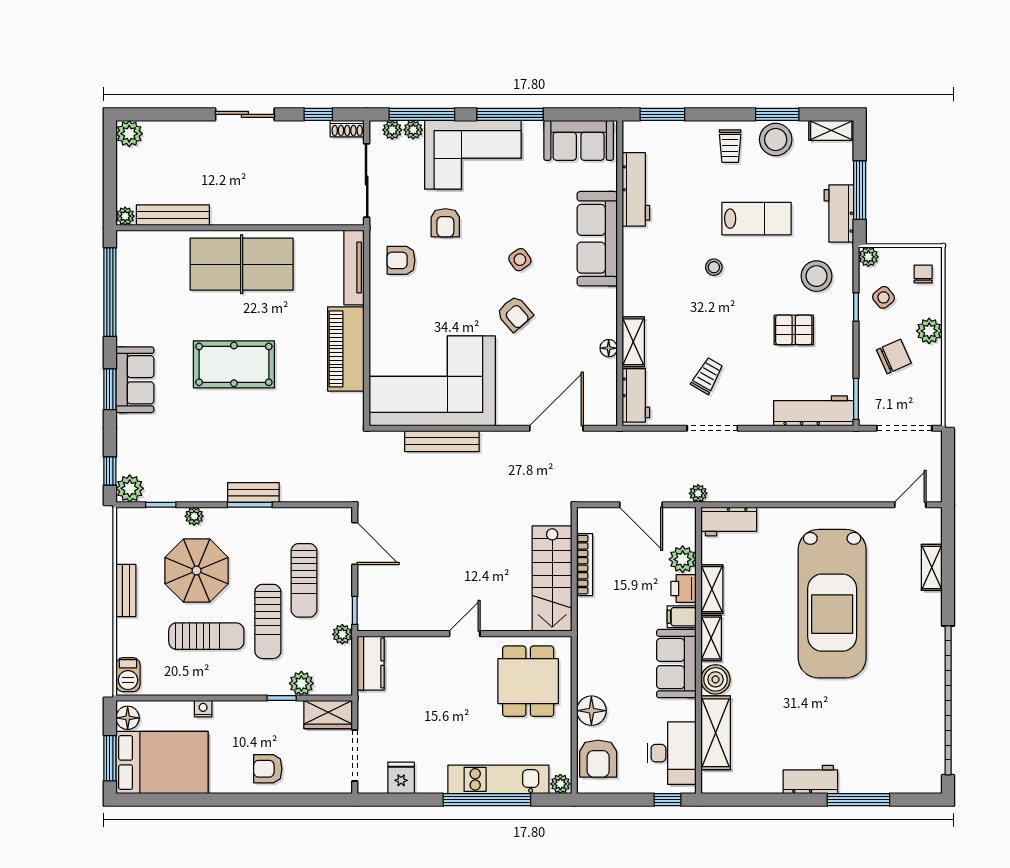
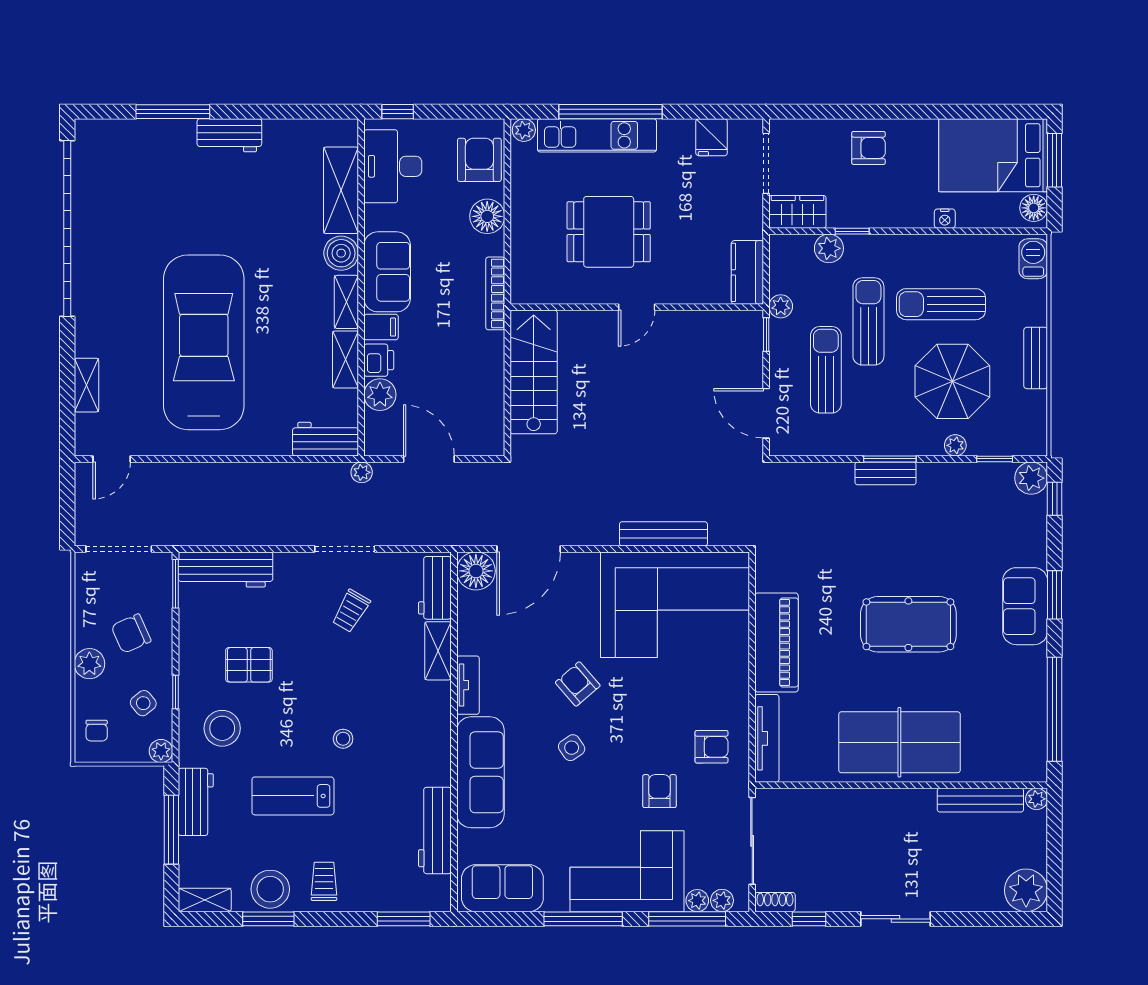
plant: (129, 134) -> (1026, 890), width x1.36, depth x1.36
tv unit: (608, 313) -> (468, 685), added
floor lamp: (609, 348) -> (476, 571), moved, width x1.89, depth x1.89
bookcase: (585, 565) -> (495, 293), moved
dining table: (528, 681) -> (609, 232), moved, turned 90

